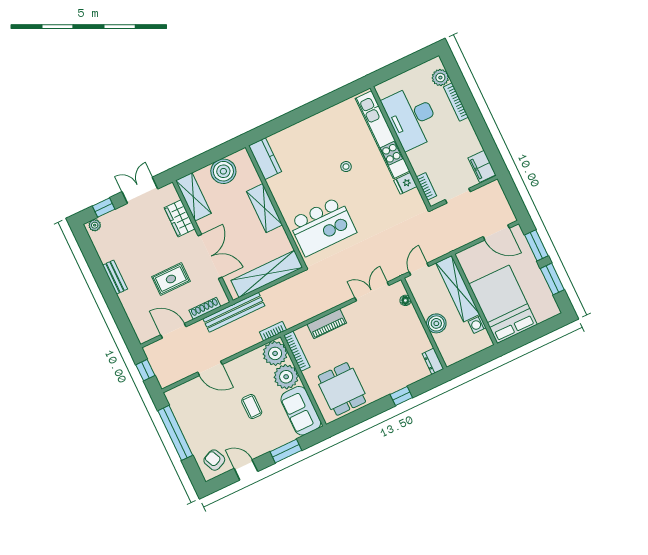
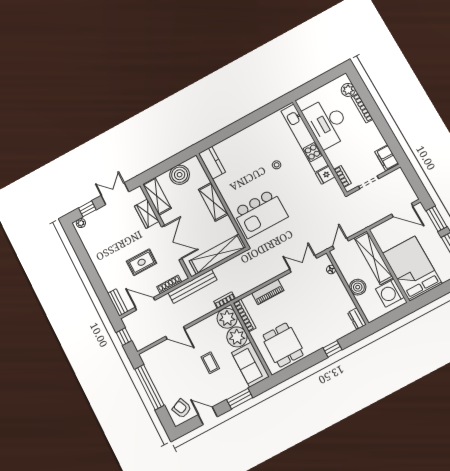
bench: (115, 277) -> (118, 302), moved
washing machine: (477, 325) -> (390, 293), width x1.89, depth x1.89

